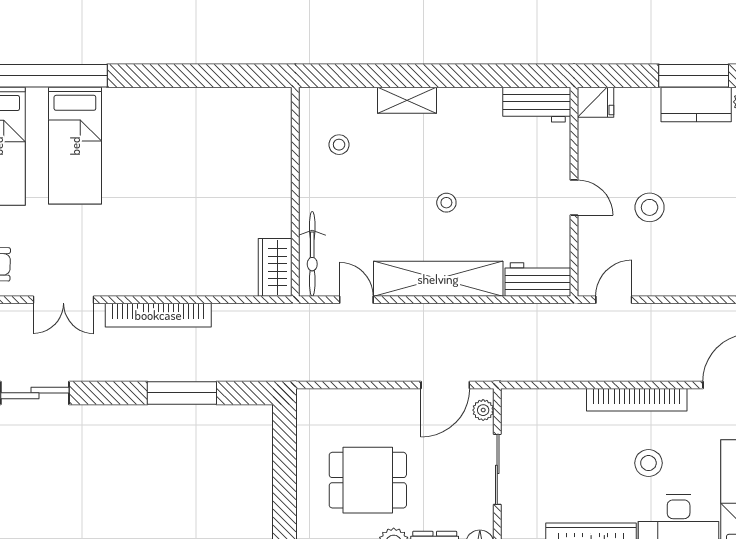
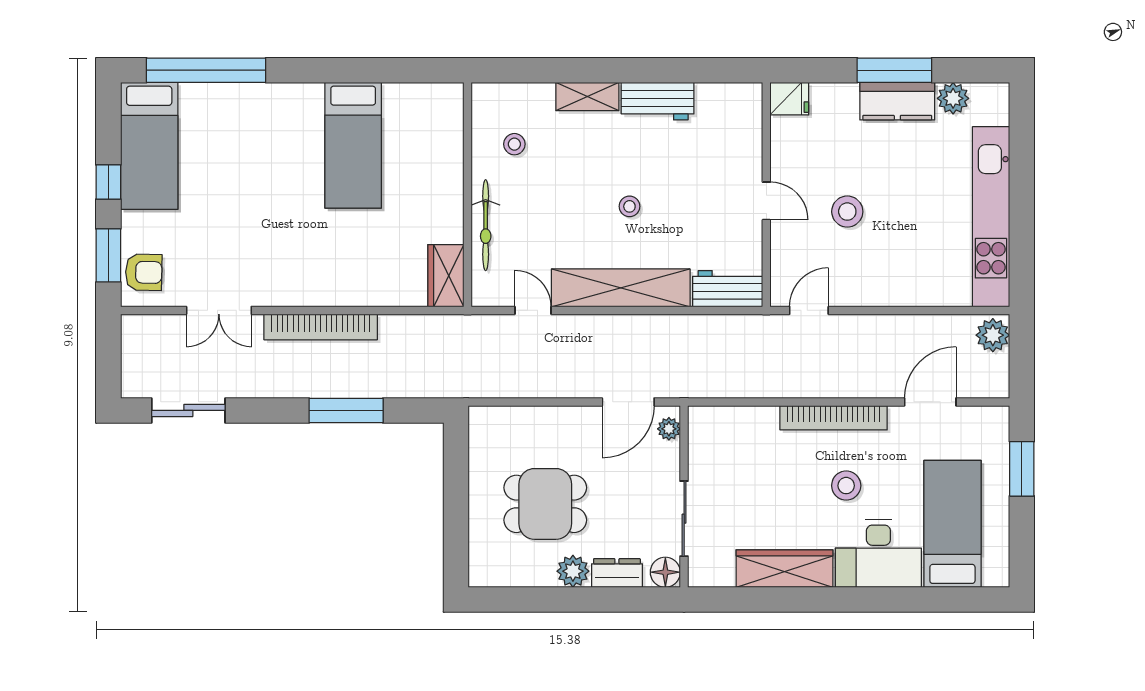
workbench: (537, 105) -> (658, 101), moved
bed: (75, 146) -> (353, 145), moved
bicycle: (312, 254) -> (486, 225), moved
sliding door: (497, 469) -> (684, 519), moved

